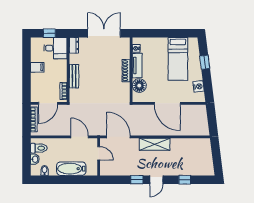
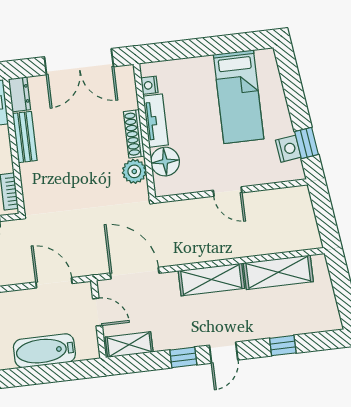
double door: (104, 33) -> (79, 62), swing flipped
window: (205, 62) -> (307, 143), moved
bench: (74, 76) -> (25, 137), moved
plant: (124, 89) -> (134, 171), added
door: (167, 103) -> (228, 191), width x0.53
shelving: (187, 145) -> (278, 272), added
shelving: (112, 171) -> (129, 345), added

